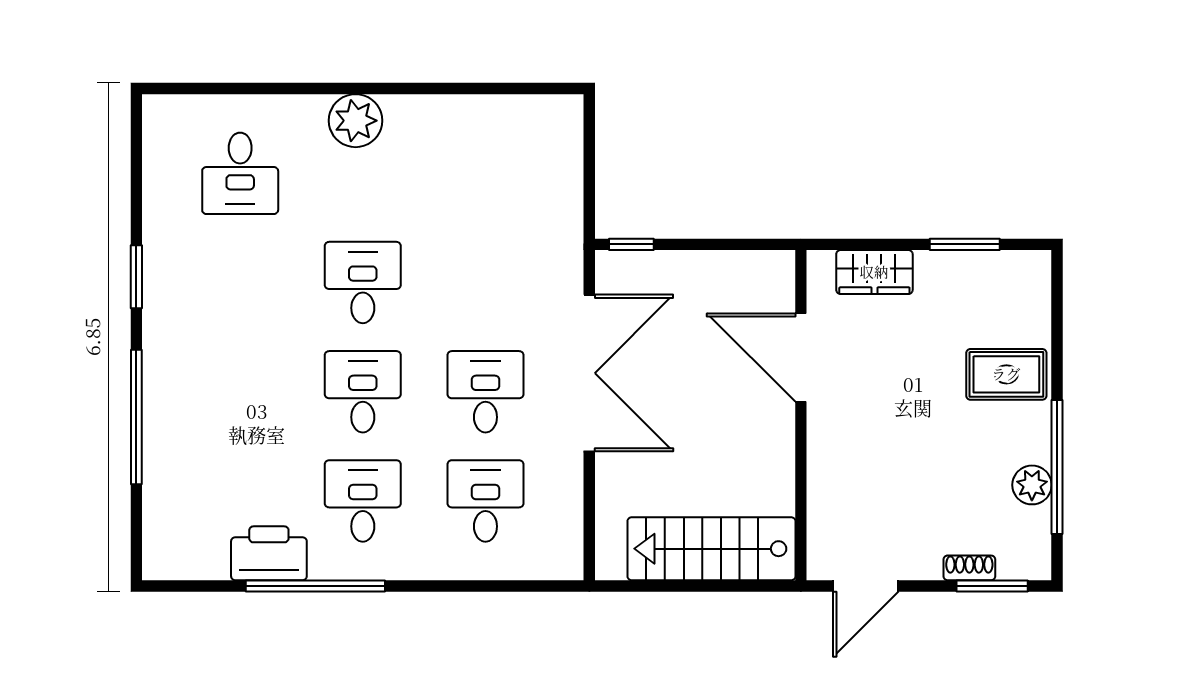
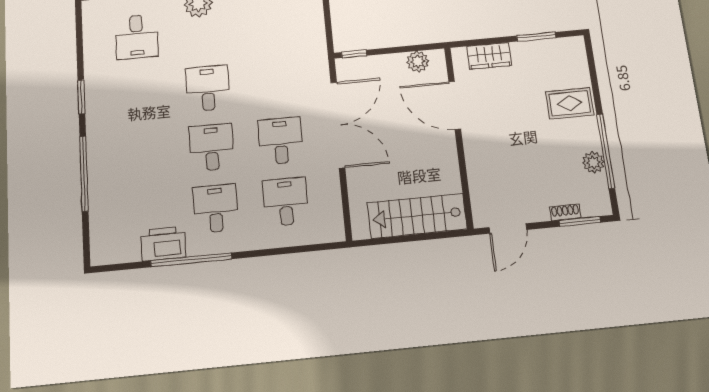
plant: (745, 270) -> (418, 62), added

